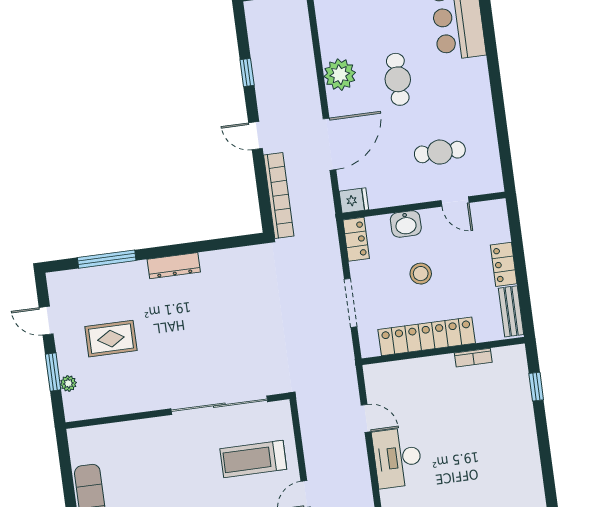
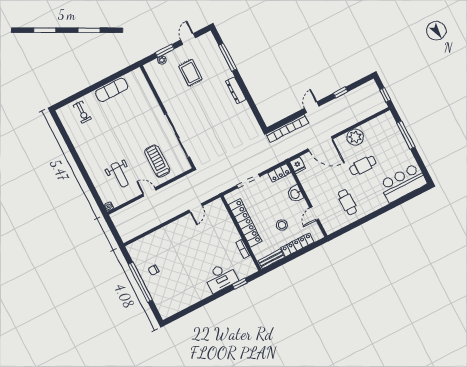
cafe table: (440, 152) -> (347, 202), moved
locker: (504, 264) -> (298, 245), width x1.53
stool: (421, 274) -> (282, 225), moved
desk: (397, 458) -> (221, 277), moved, turned 180

